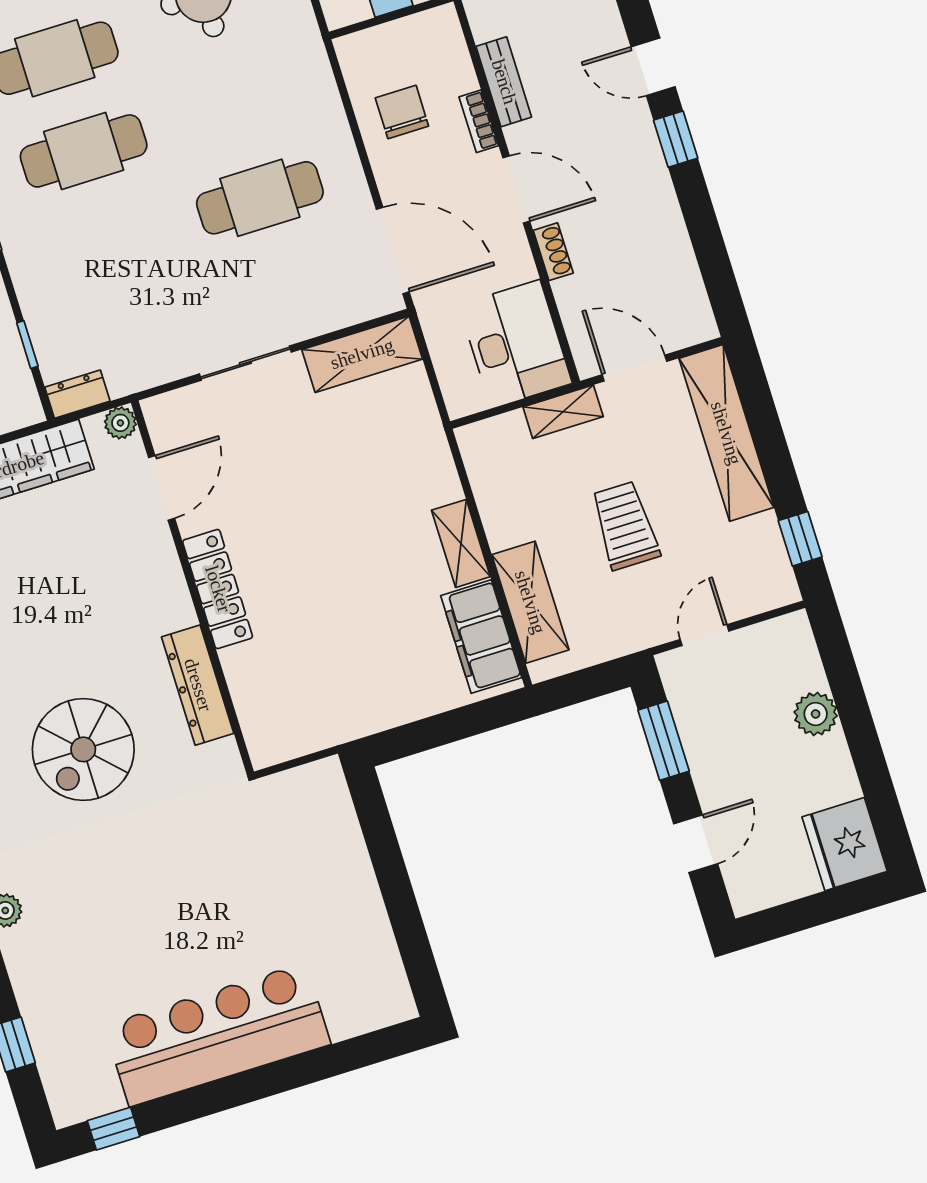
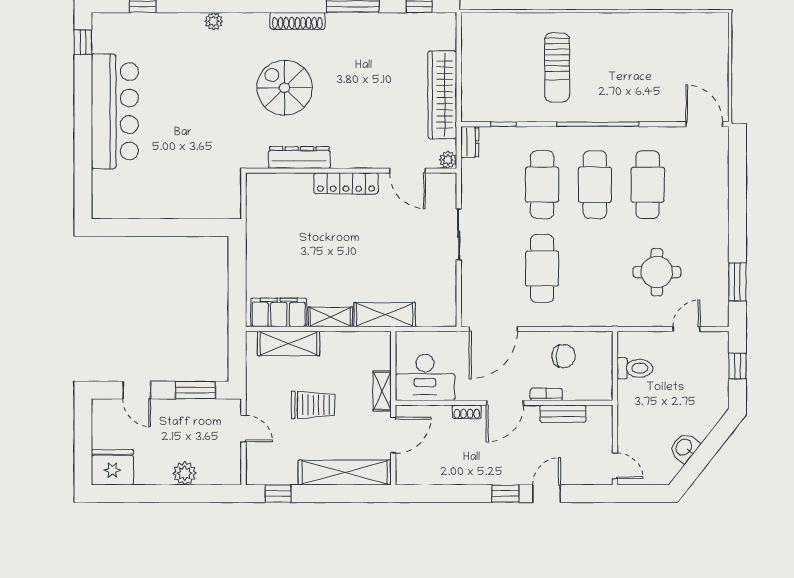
cafe table: (112, 244) -> (542, 185), added
shelving: (362, 354) -> (385, 315), moved, turned 90

